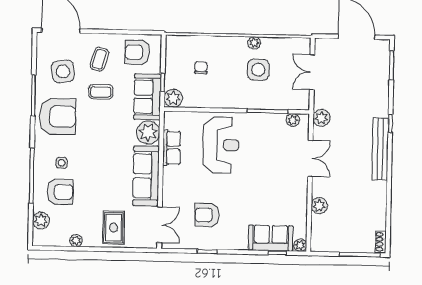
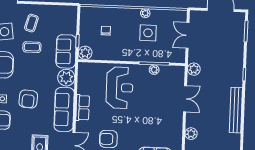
armchair: (137, 52) -> (28, 99), moved, turned -85
plant: (293, 120) -> (154, 70), moved
row of seats: (172, 148) -> (83, 108), moved
bench: (380, 149) -> (236, 110), moved

